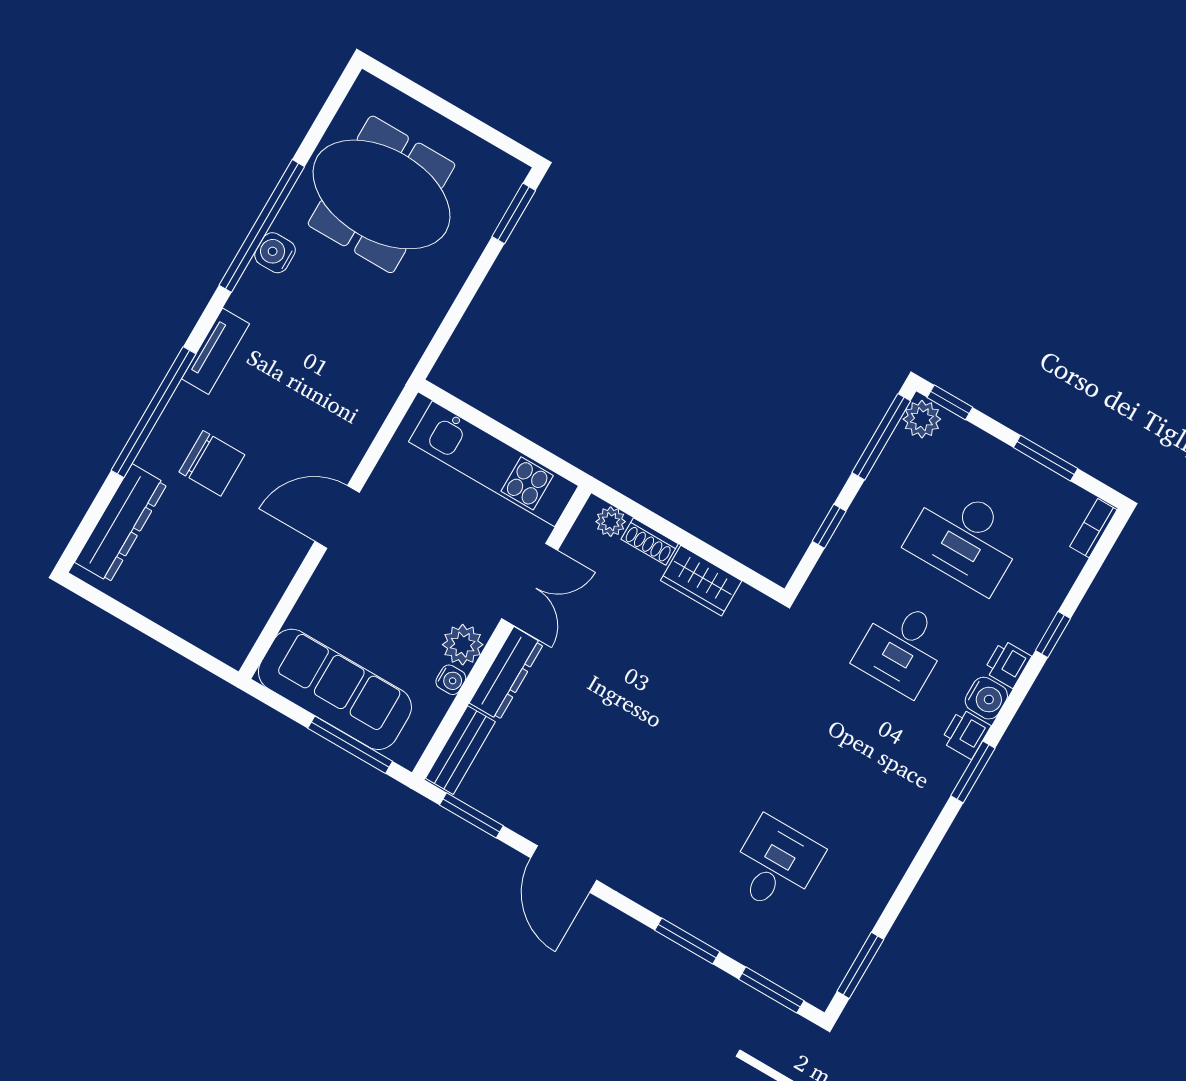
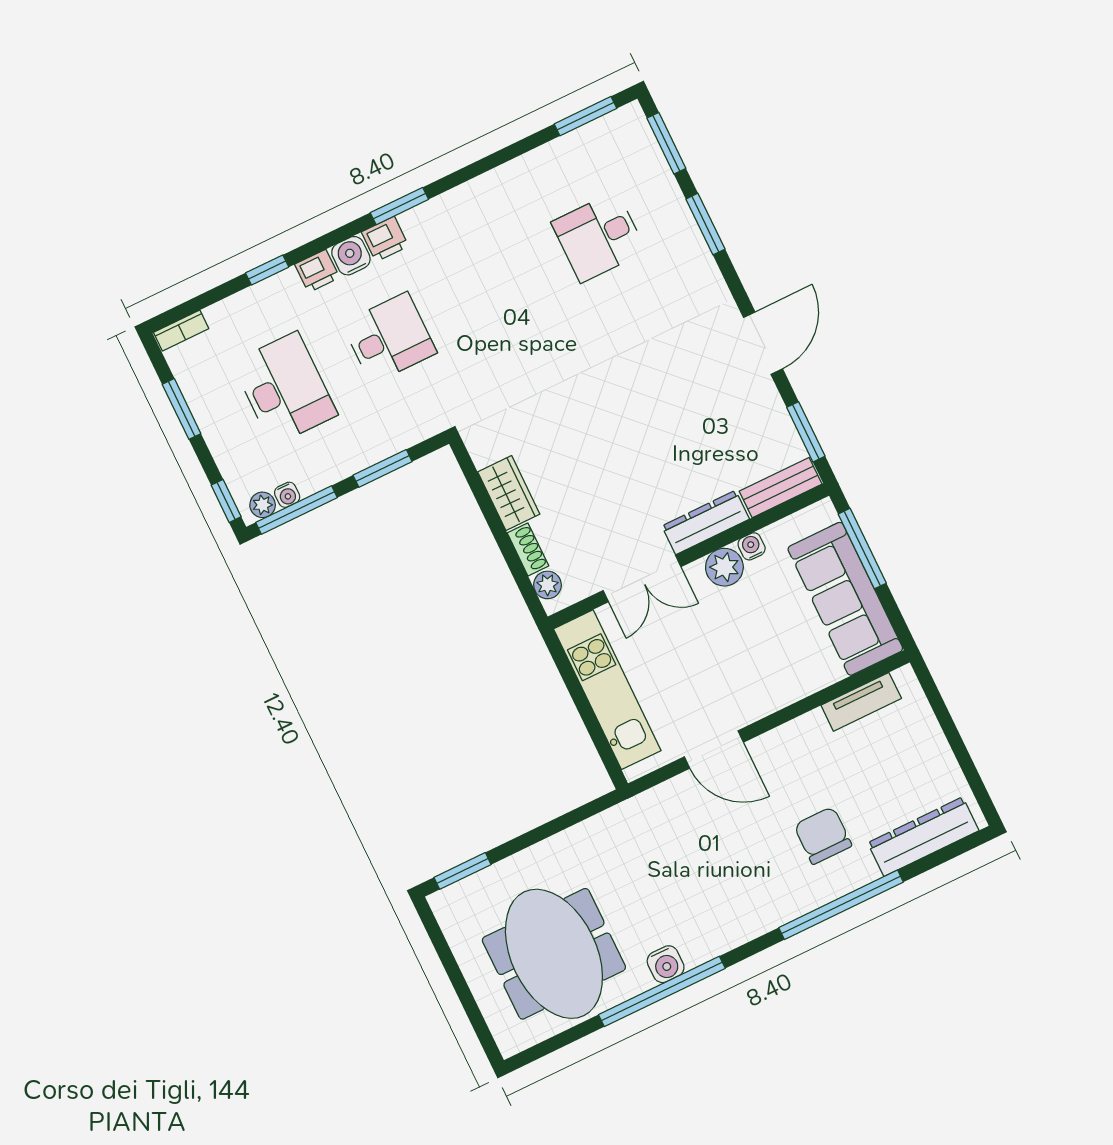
tv unit: (215, 351) -> (861, 702), moved, turned 180
plant: (922, 419) -> (263, 505), width x0.73, depth x0.73
water cooler: (899, 445) -> (287, 495), added
door: (337, 517) -> (714, 749), moved
window: (829, 526) -> (383, 468), width x1.50
double door: (530, 584) -> (642, 579), swing flipped

